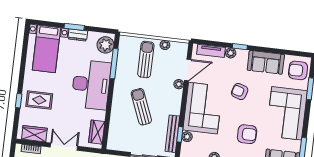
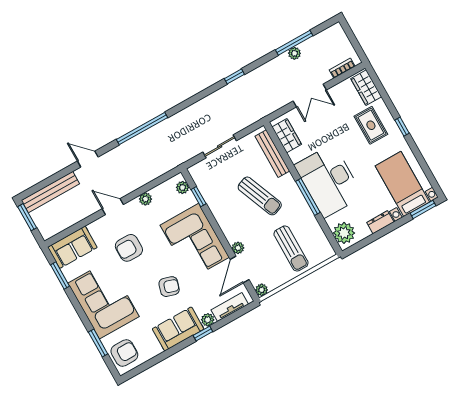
window: (74, 27) -> (423, 209), moved
plant: (165, 45) -> (262, 290), moved
sofa: (266, 62) -> (178, 329), moved
window: (114, 64) -> (308, 197), moved
rug: (39, 100) -> (371, 125), turned 90
window: (19, 101) -> (402, 127), moved
wardrobe: (34, 134) -> (366, 88), moved, turned 90
bench: (172, 134) -> (272, 154), moved
plant: (187, 137) -> (182, 187), moved

